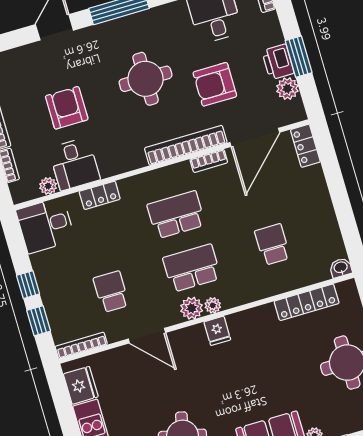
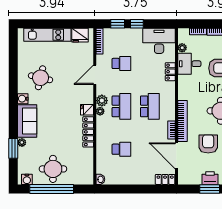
plant: (287, 89) -> (196, 179), removed
desk: (45, 225) -> (159, 41), width x1.37
locker: (307, 302) -> (88, 132), moved

